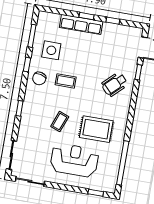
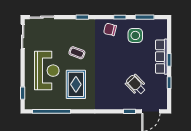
coffee table: (66, 81) -> (112, 52), removed
wheelchair: (115, 84) -> (136, 85), moved

